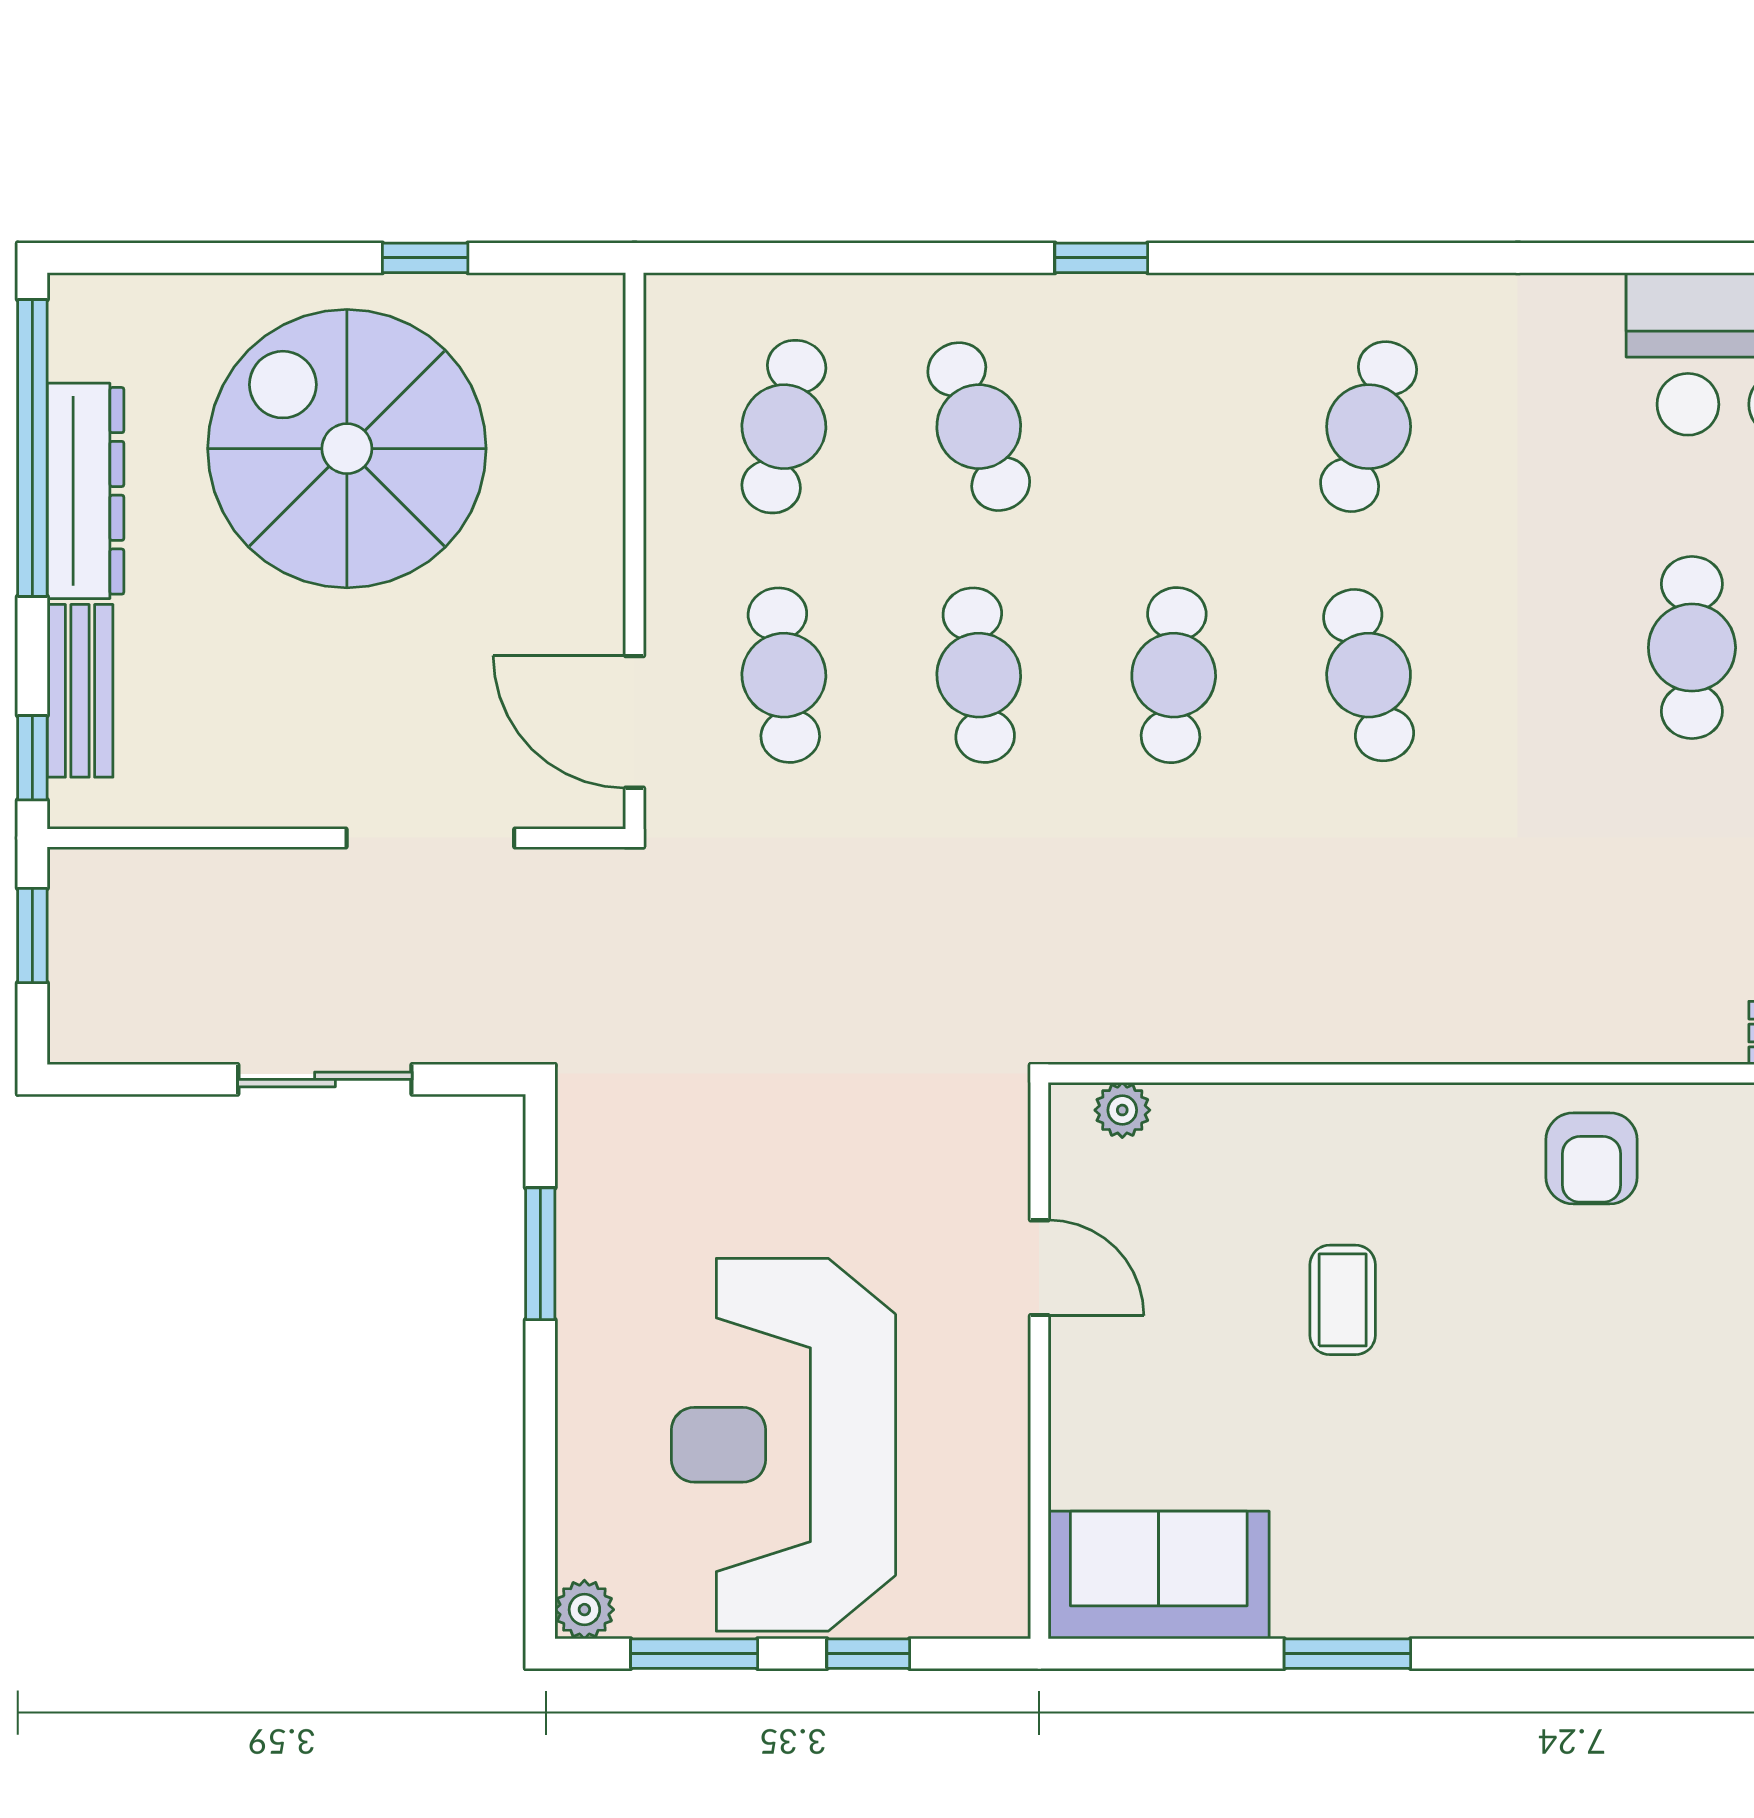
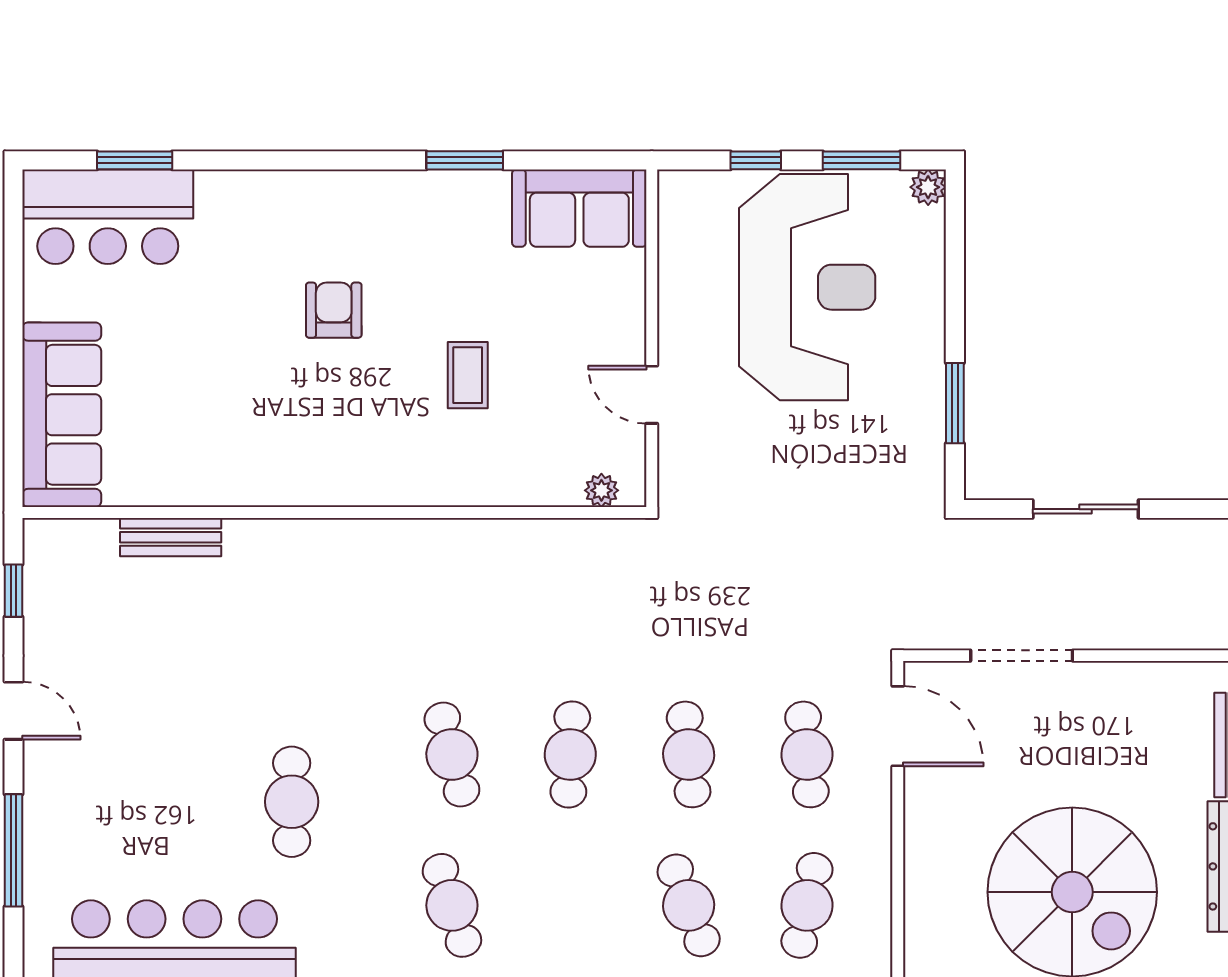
cafe table: (1369, 427) -> (452, 905), turned -36
cafe table: (1692, 648) -> (292, 802), moved
armchair: (1592, 1158) -> (334, 310), moved

